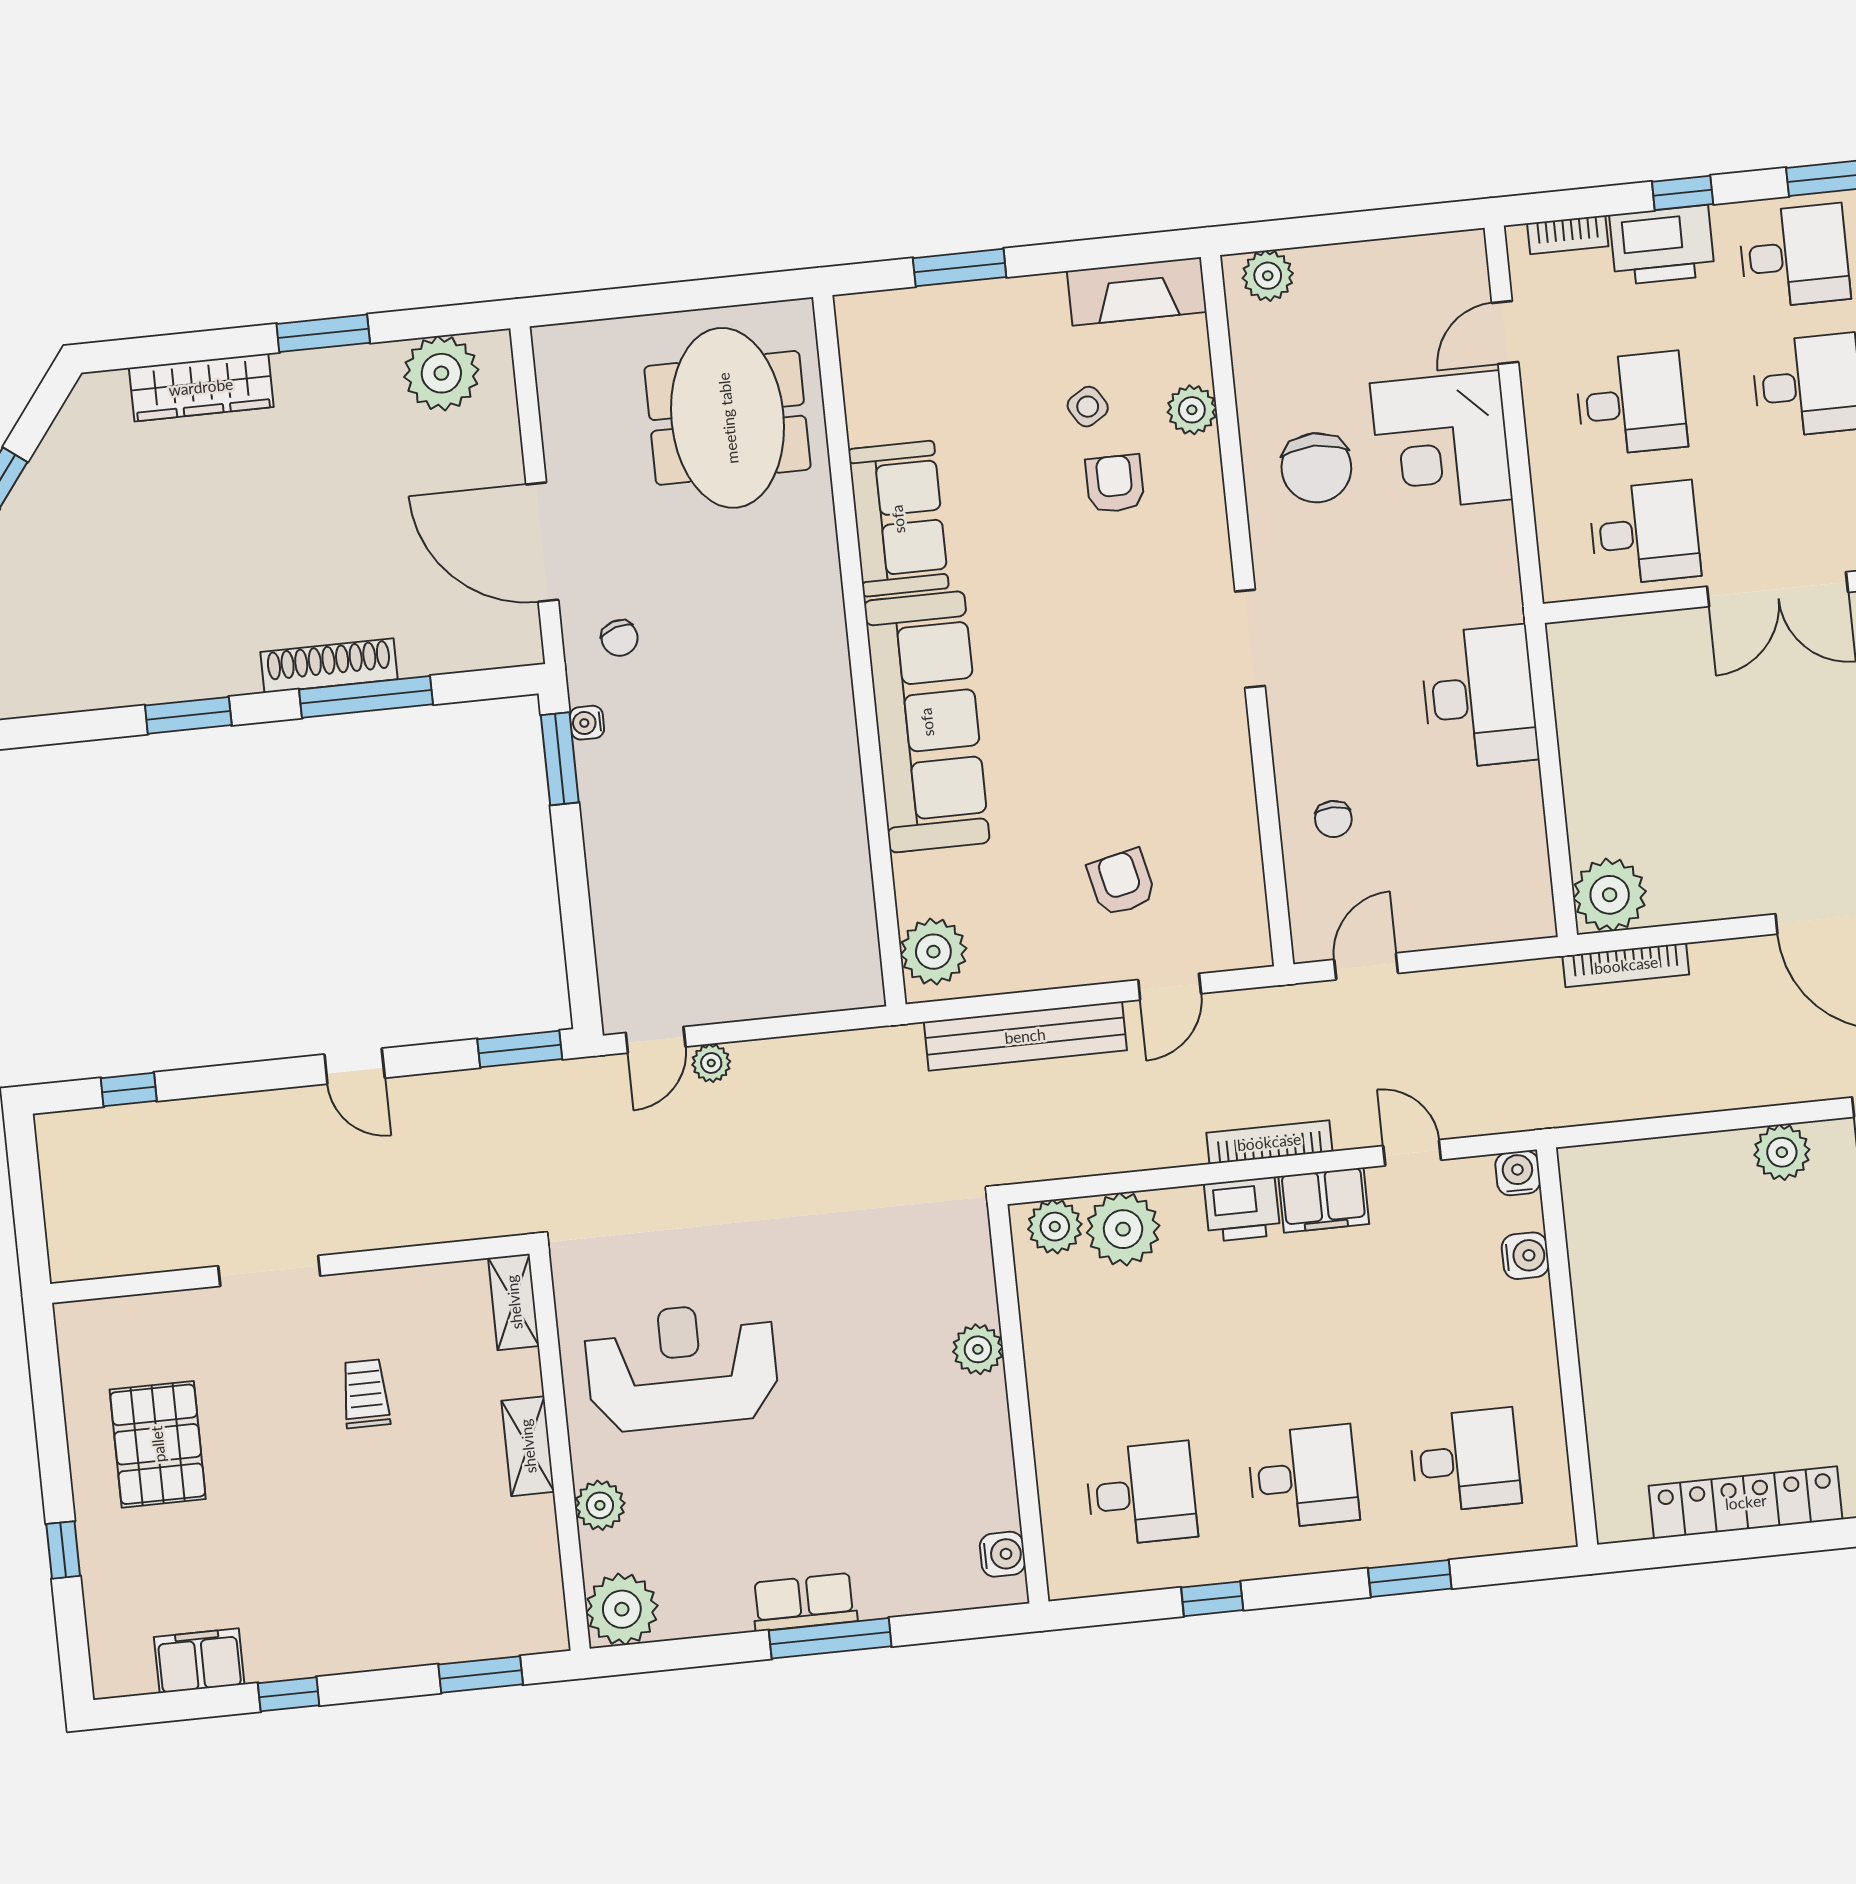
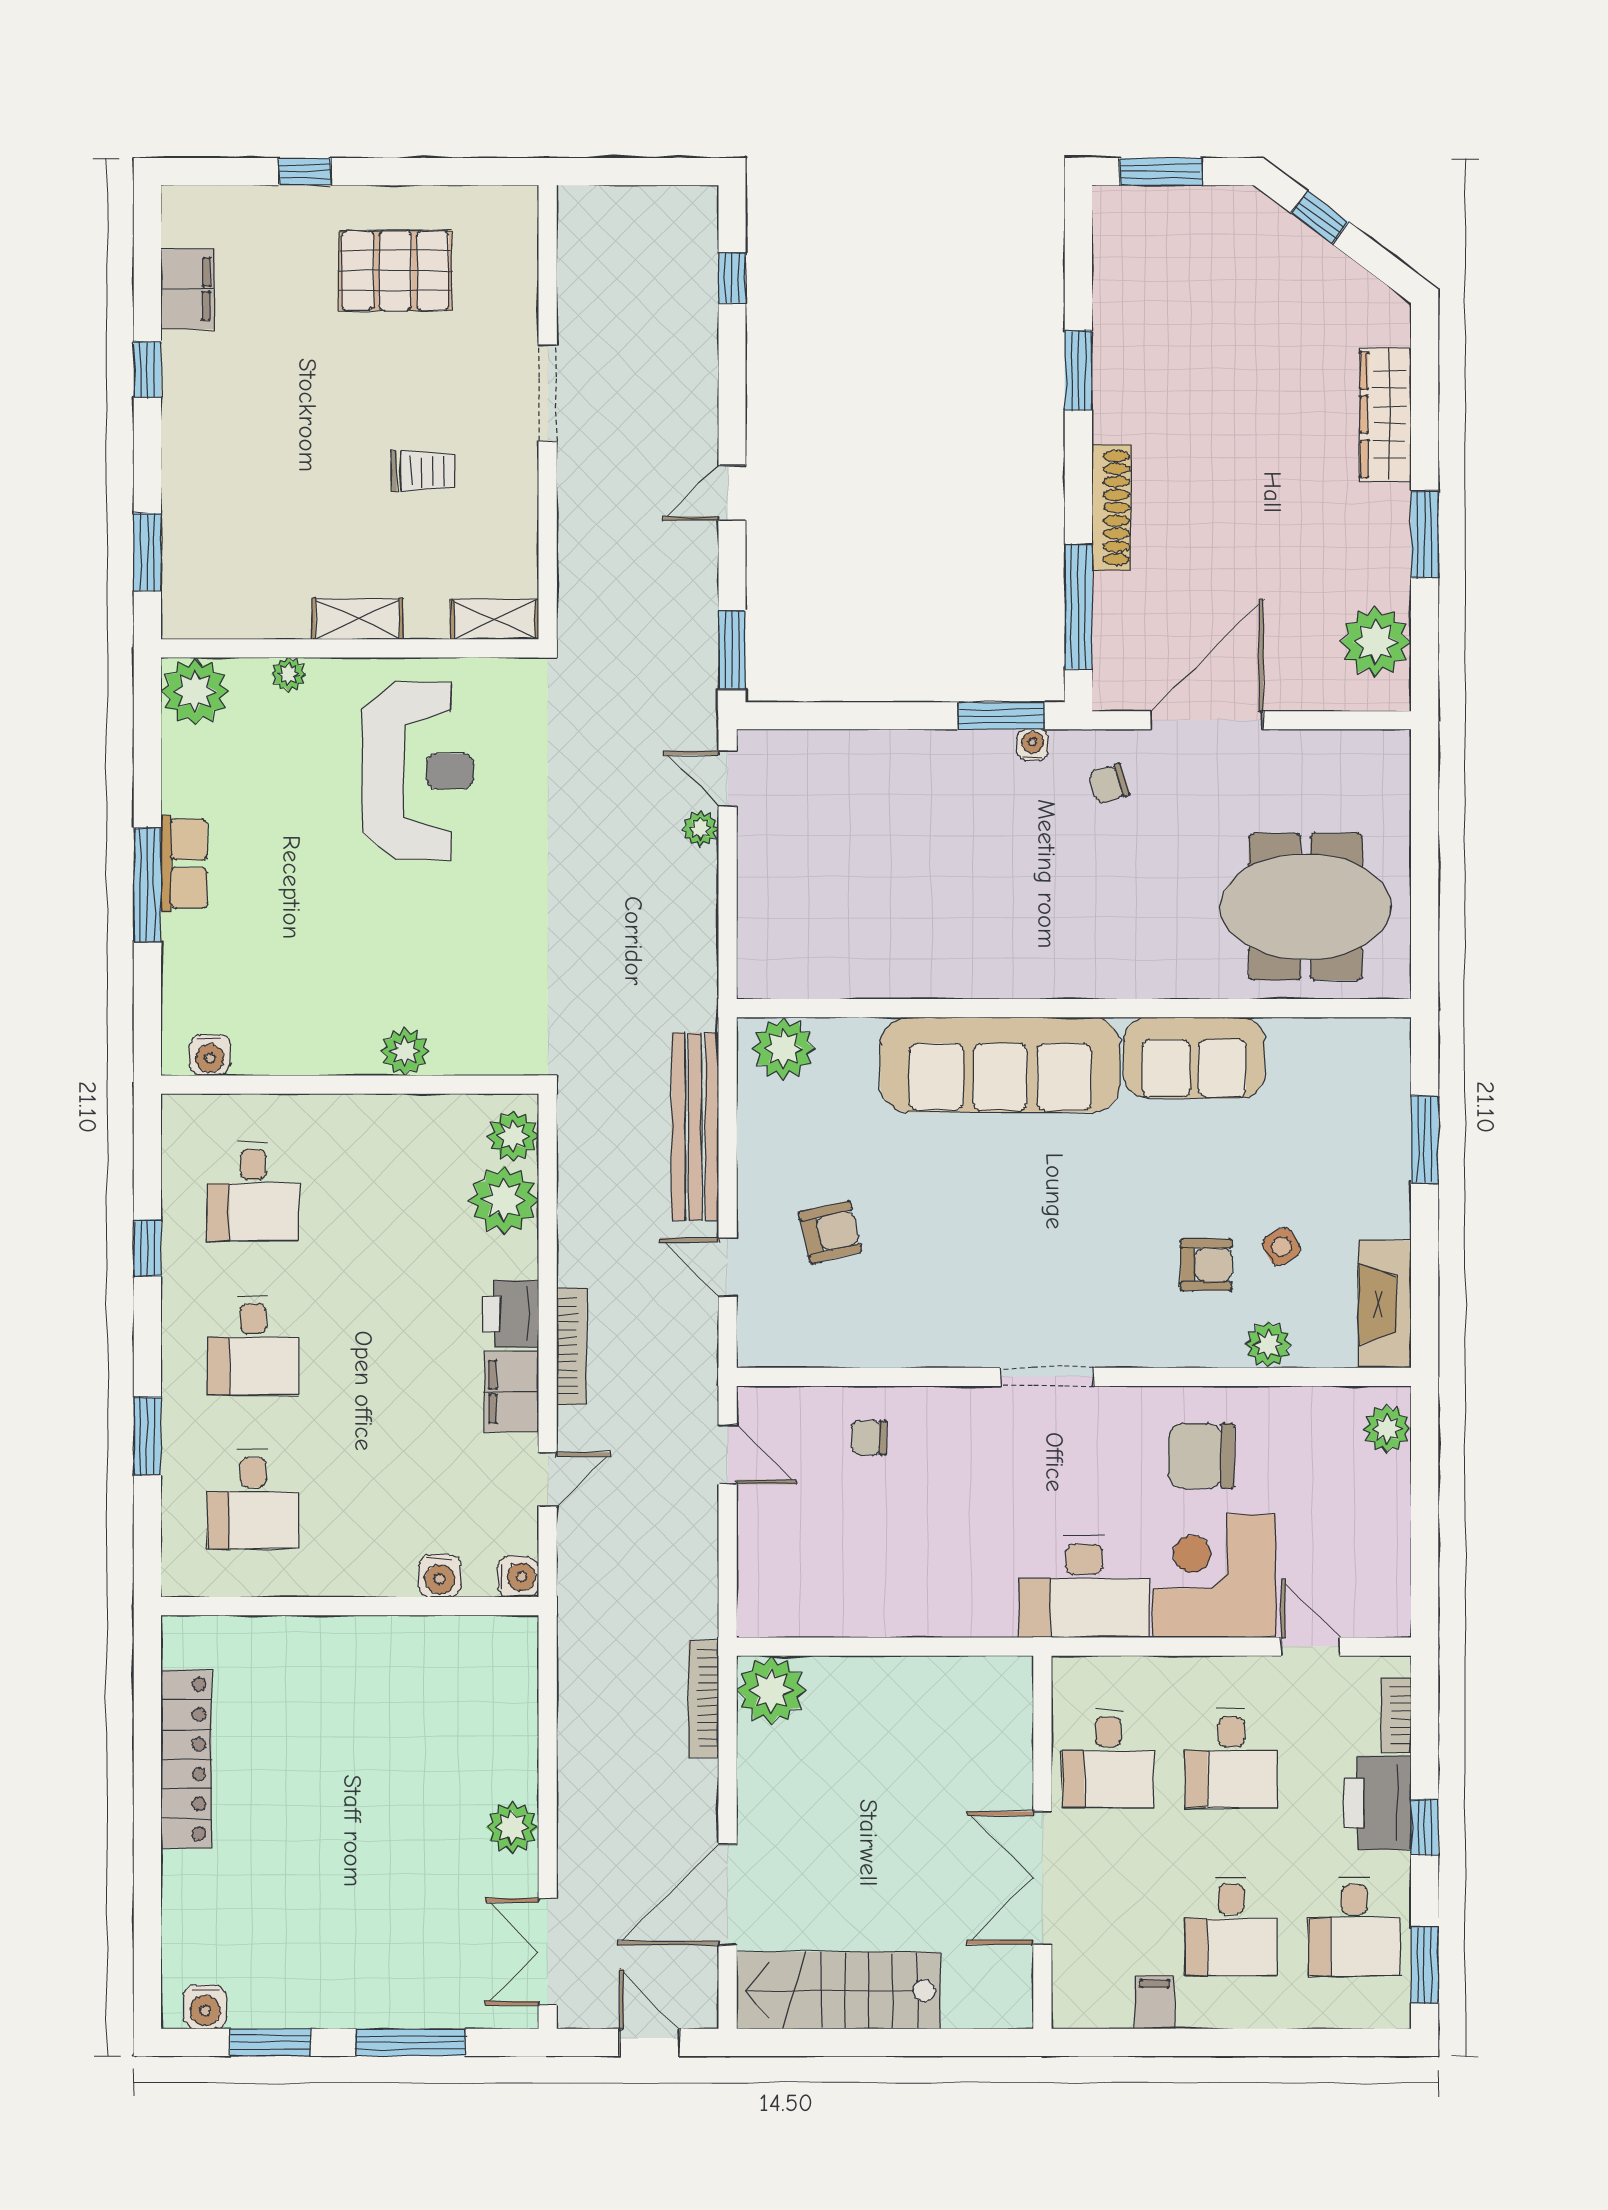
window: (366, 697) -> (1078, 607), moved
desk: (1479, 697) -> (1084, 1587), moved
plant: (600, 1505) -> (288, 674), width x0.73, depth x0.73

